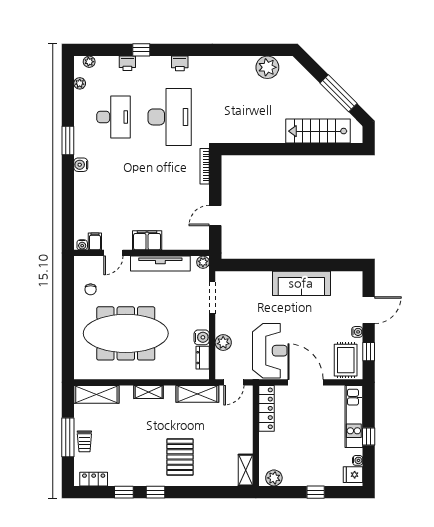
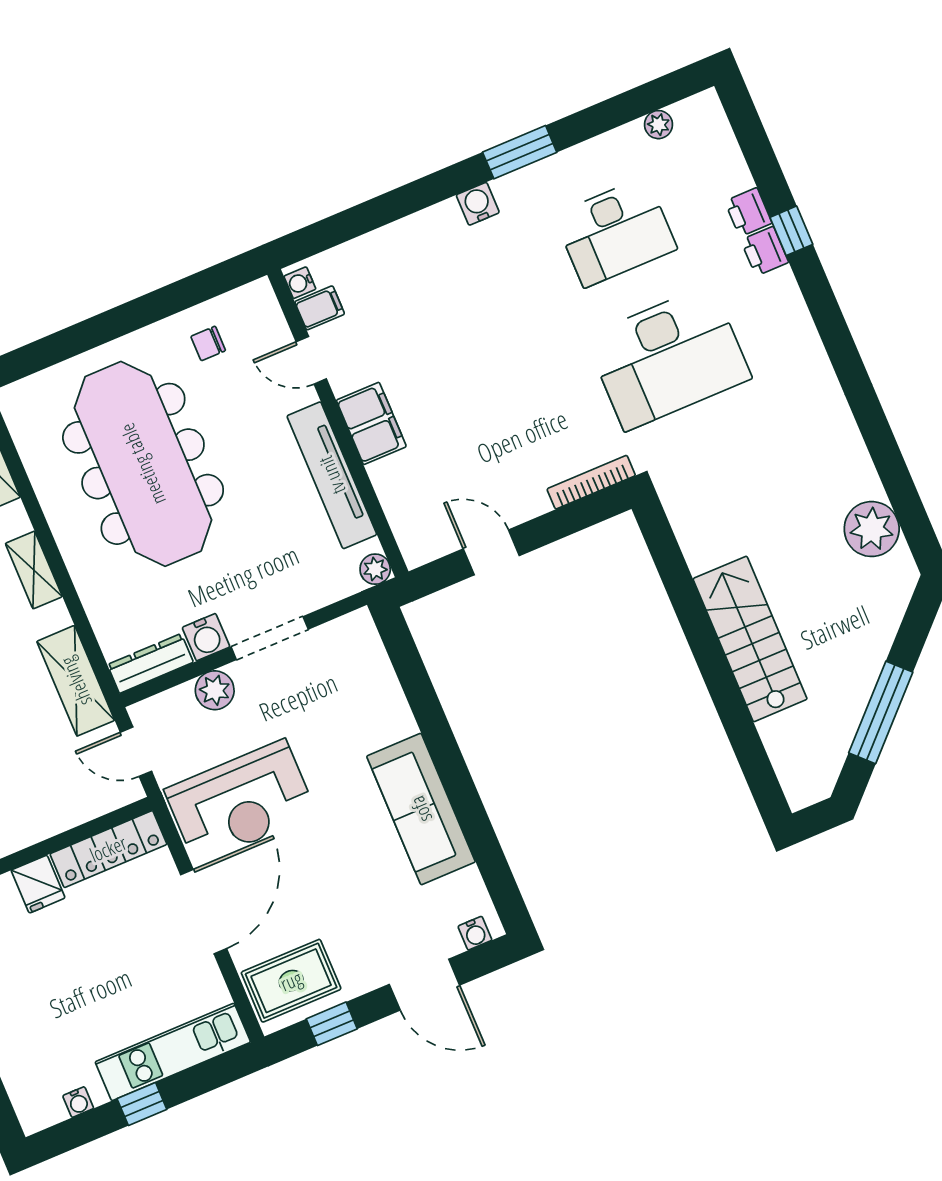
plant: (89, 62) -> (716, 125), removed
printer: (180, 63) -> (765, 251), moved
stairs: (318, 131) -> (750, 639), moved
doorway: (212, 297) -> (270, 638), moved
water cooler: (357, 332) -> (475, 933), moved
dresser: (203, 358) -> (150, 663), width x1.44
fridge: (353, 475) -> (38, 884), moved, turned 180

